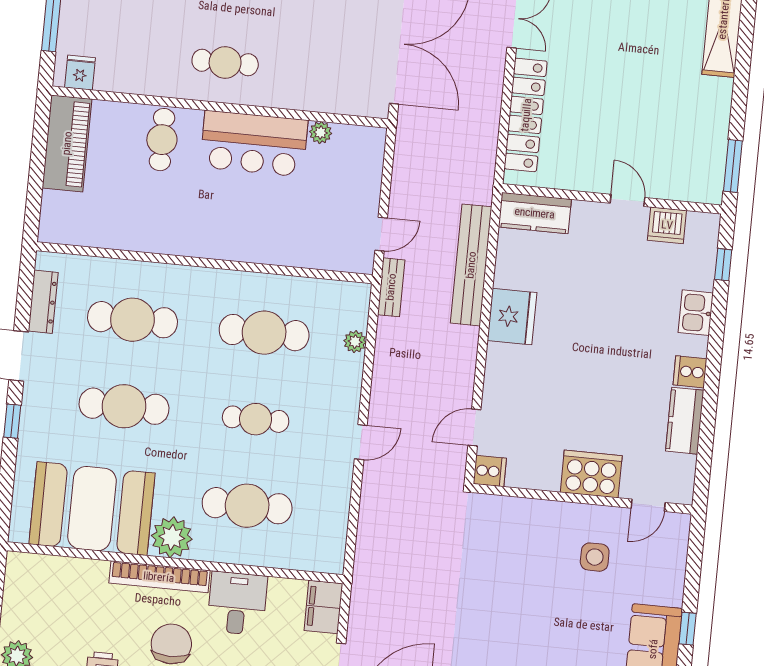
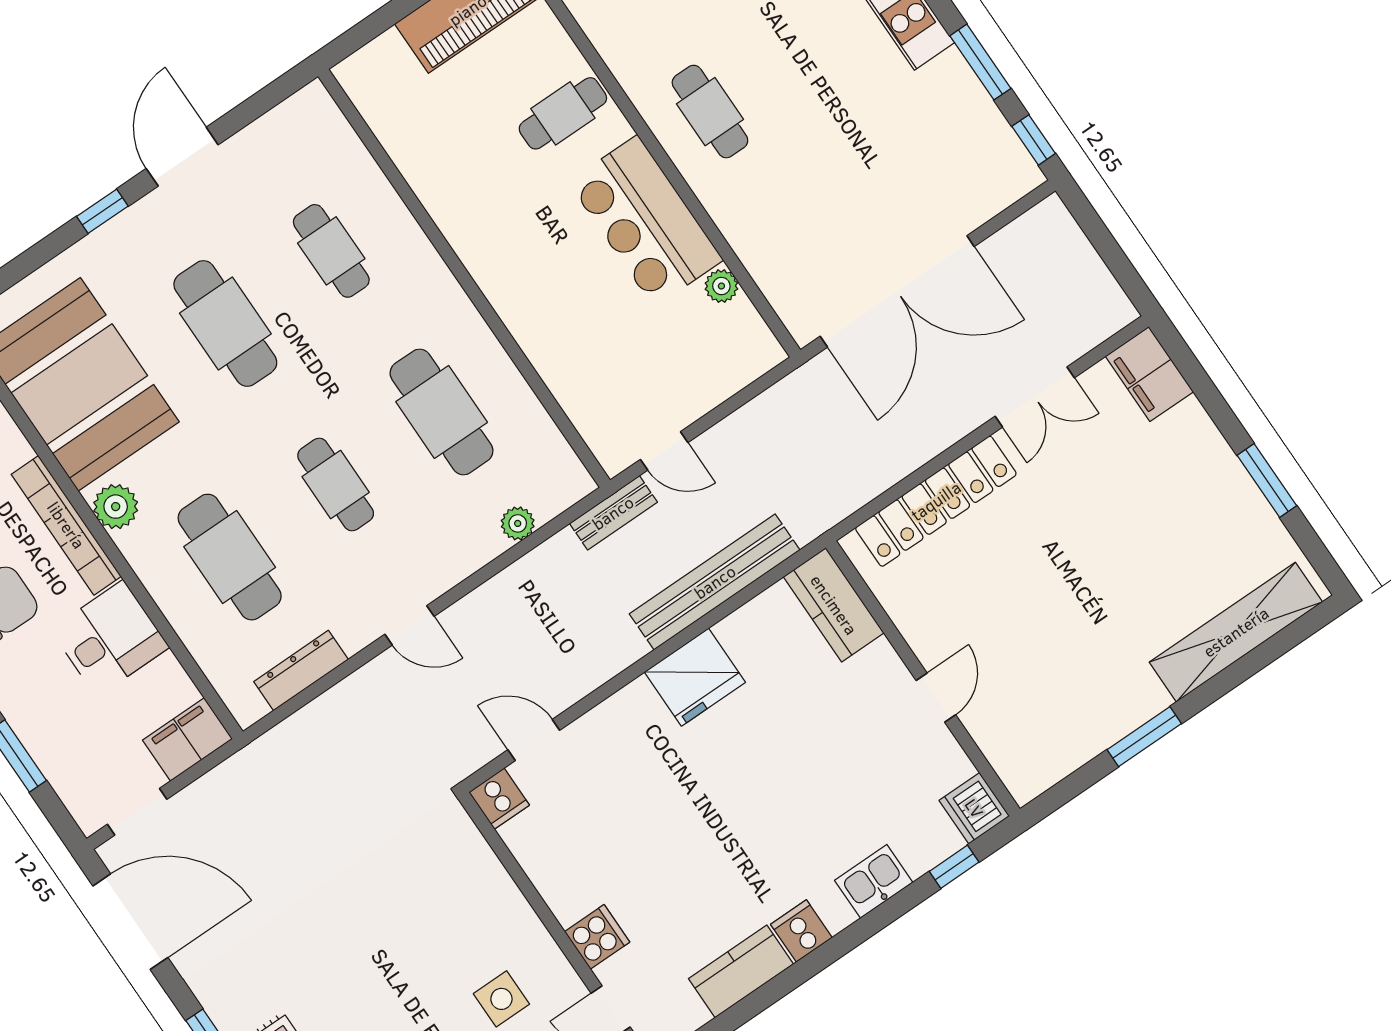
window: (733, 166) -> (1144, 737), moved
dishwasher: (667, 225) -> (974, 808), moved
dresser: (43, 302) -> (301, 671), moved, turned 180
cafe table: (132, 320) -> (331, 251), width x0.73, depth x0.74
cooker: (591, 474) -> (597, 937), width x0.53, depth x0.76
plant: (172, 537) -> (116, 507), width x0.73, depth x0.73

